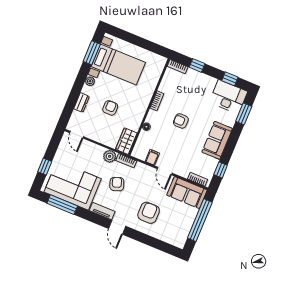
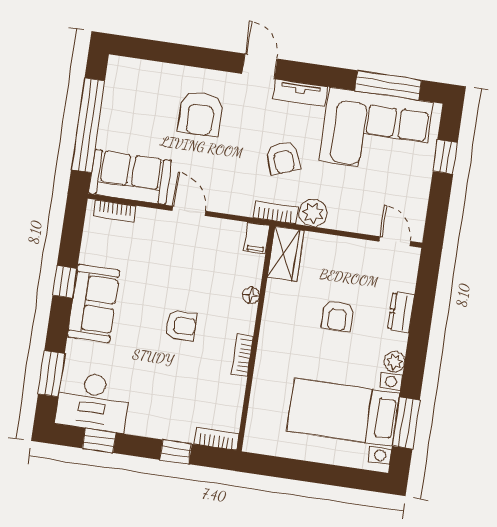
filing cabinet: (152, 157) -> (257, 238), moved
window: (221, 170) -> (65, 282), moved

